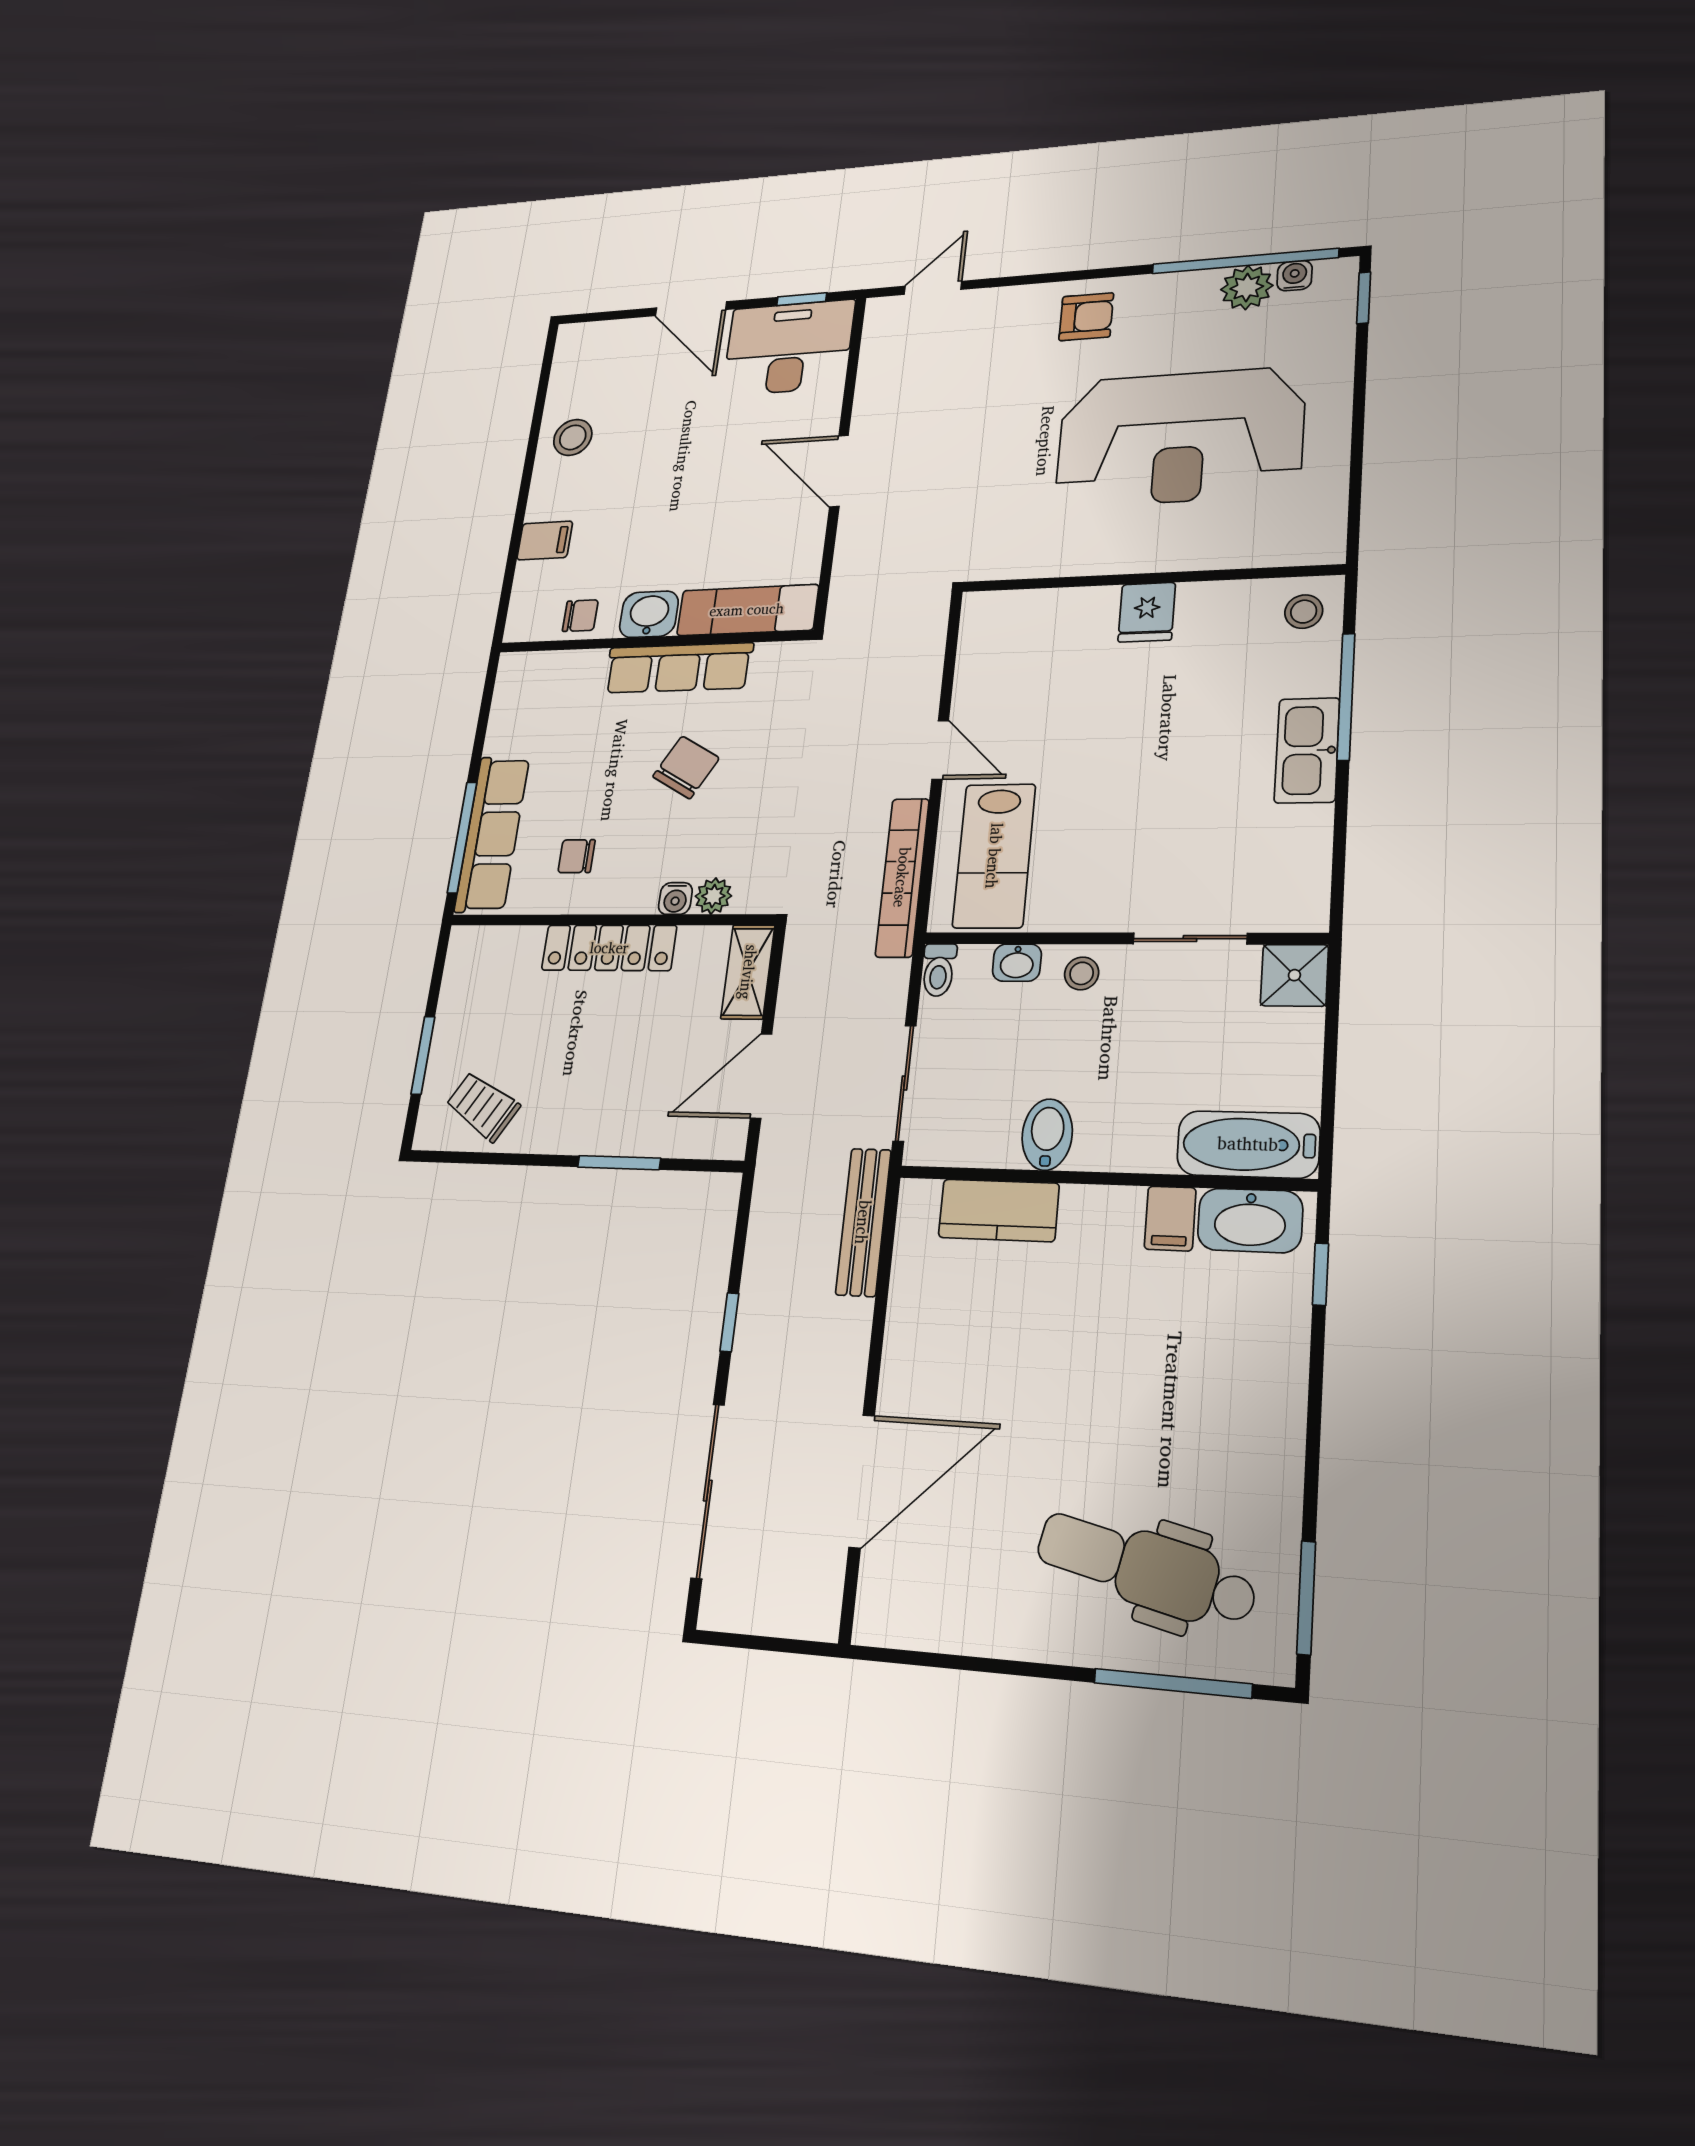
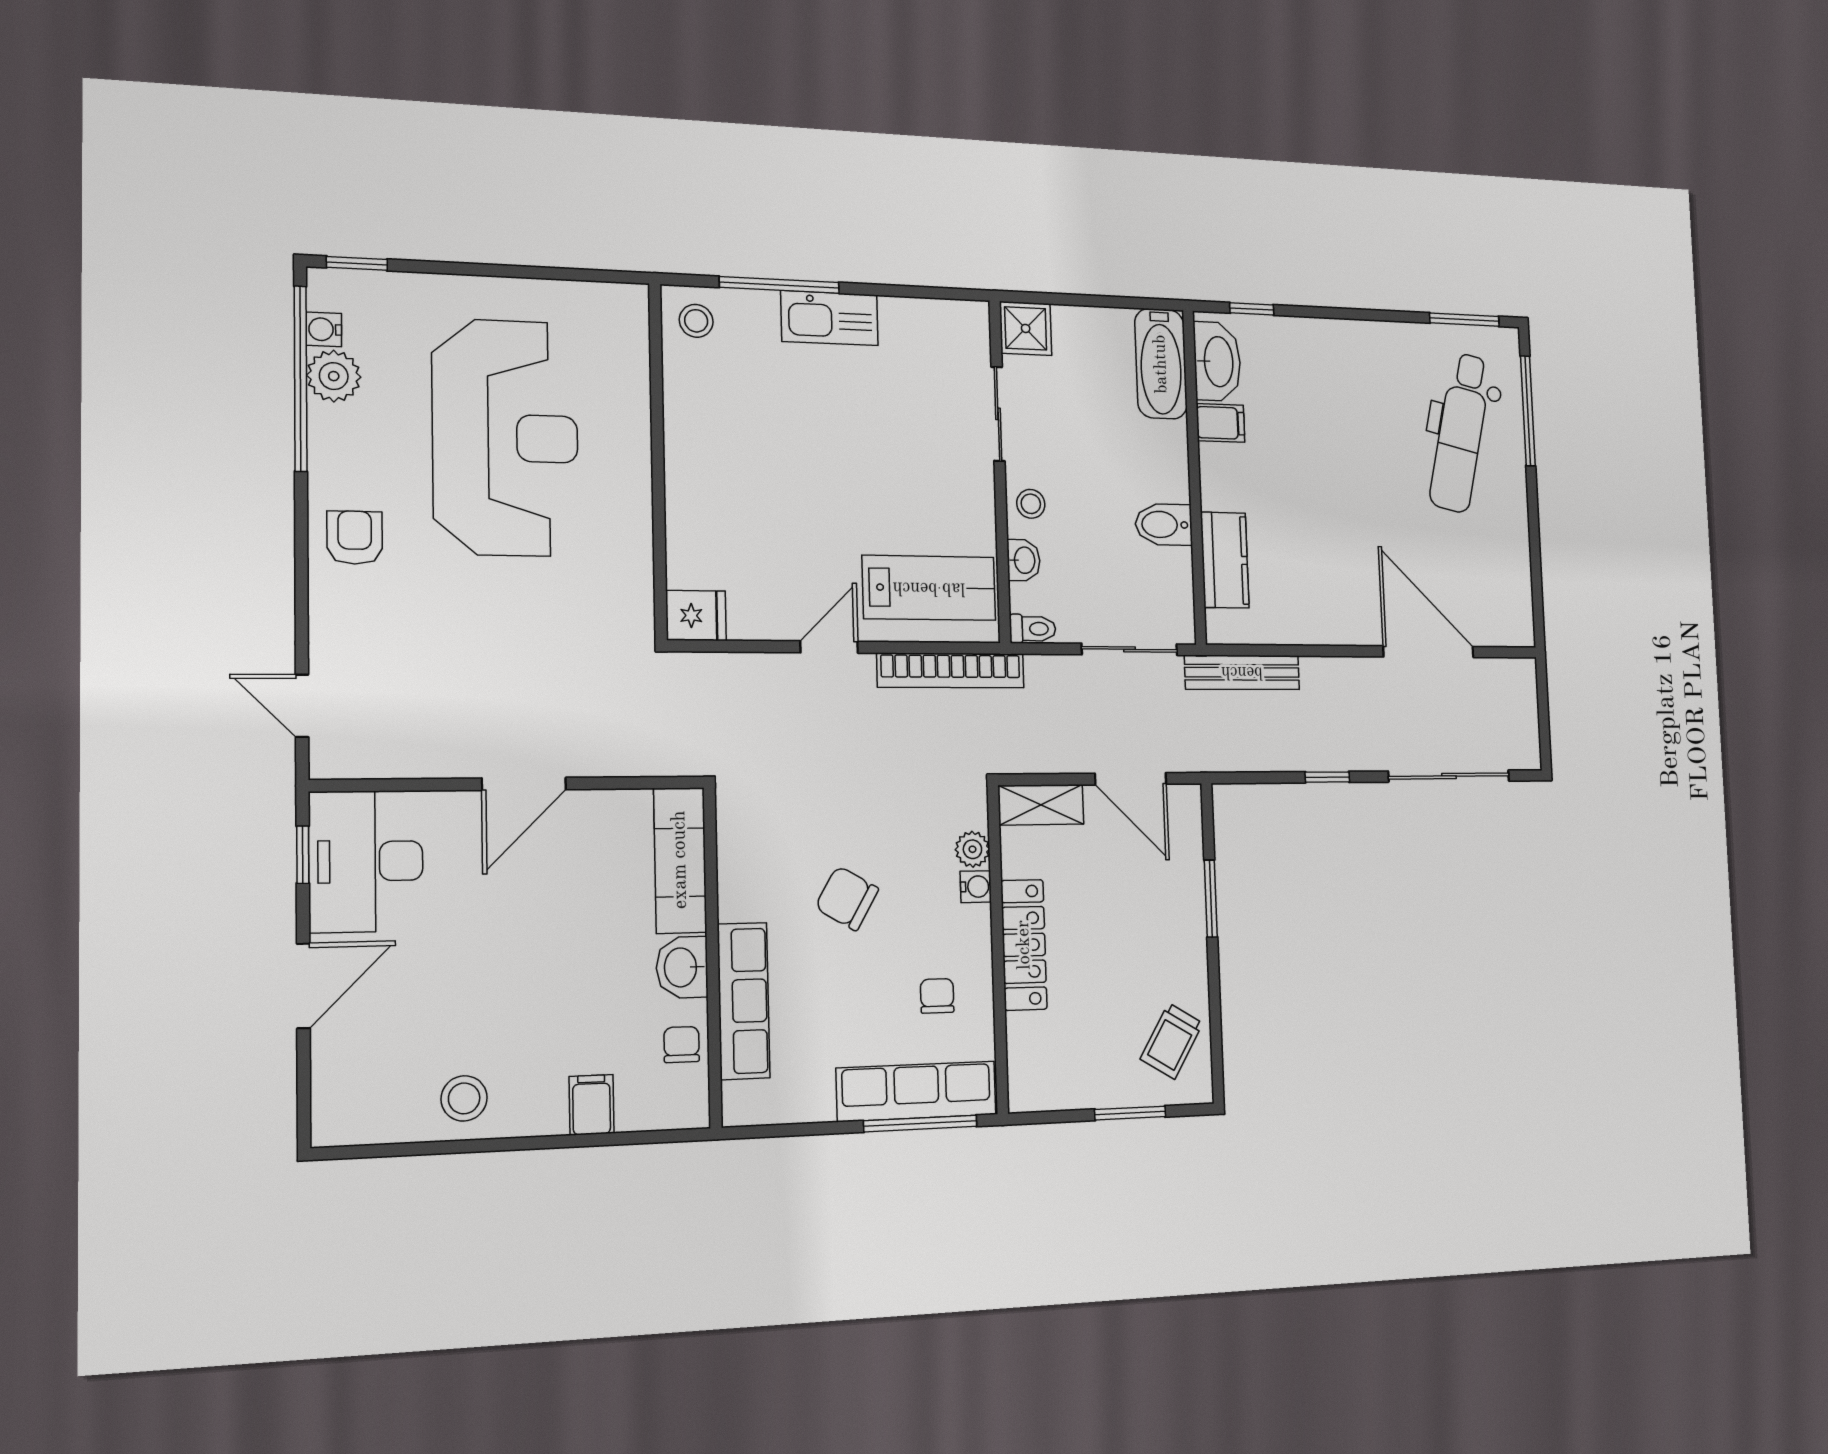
fridge: (1147, 612) -> (696, 616), moved
row of seats: (678, 668) -> (744, 1001), moved
chair: (577, 856) -> (937, 996), turned 180

